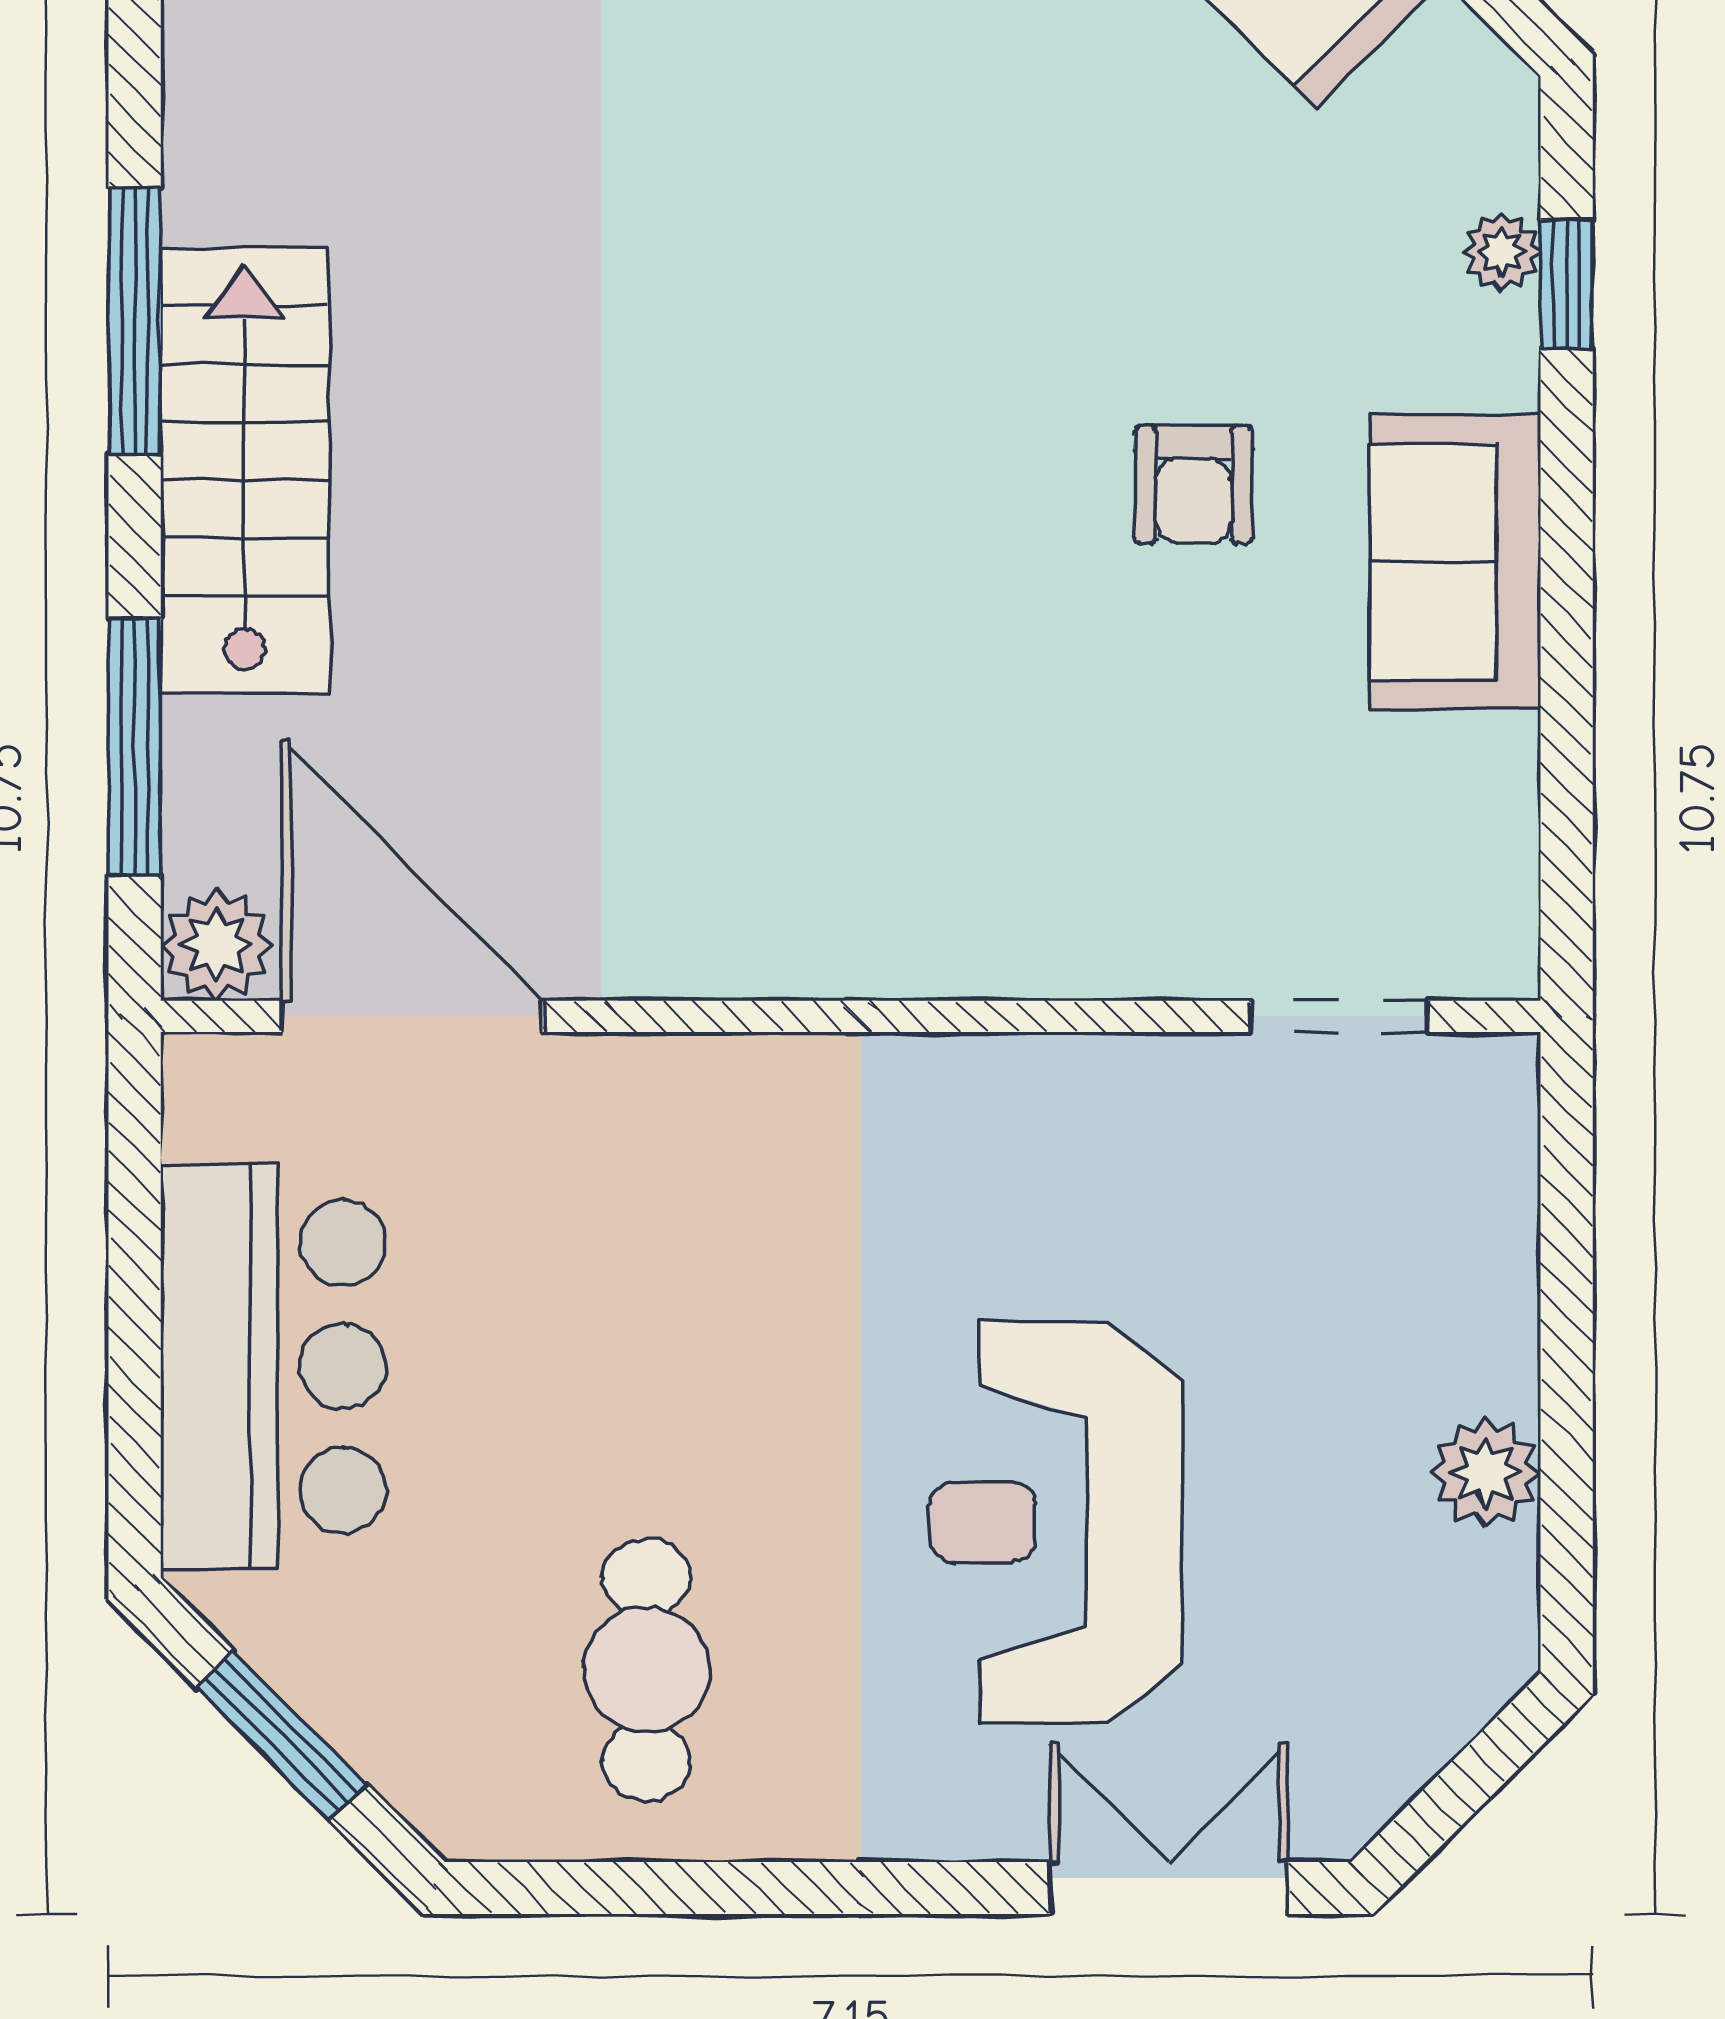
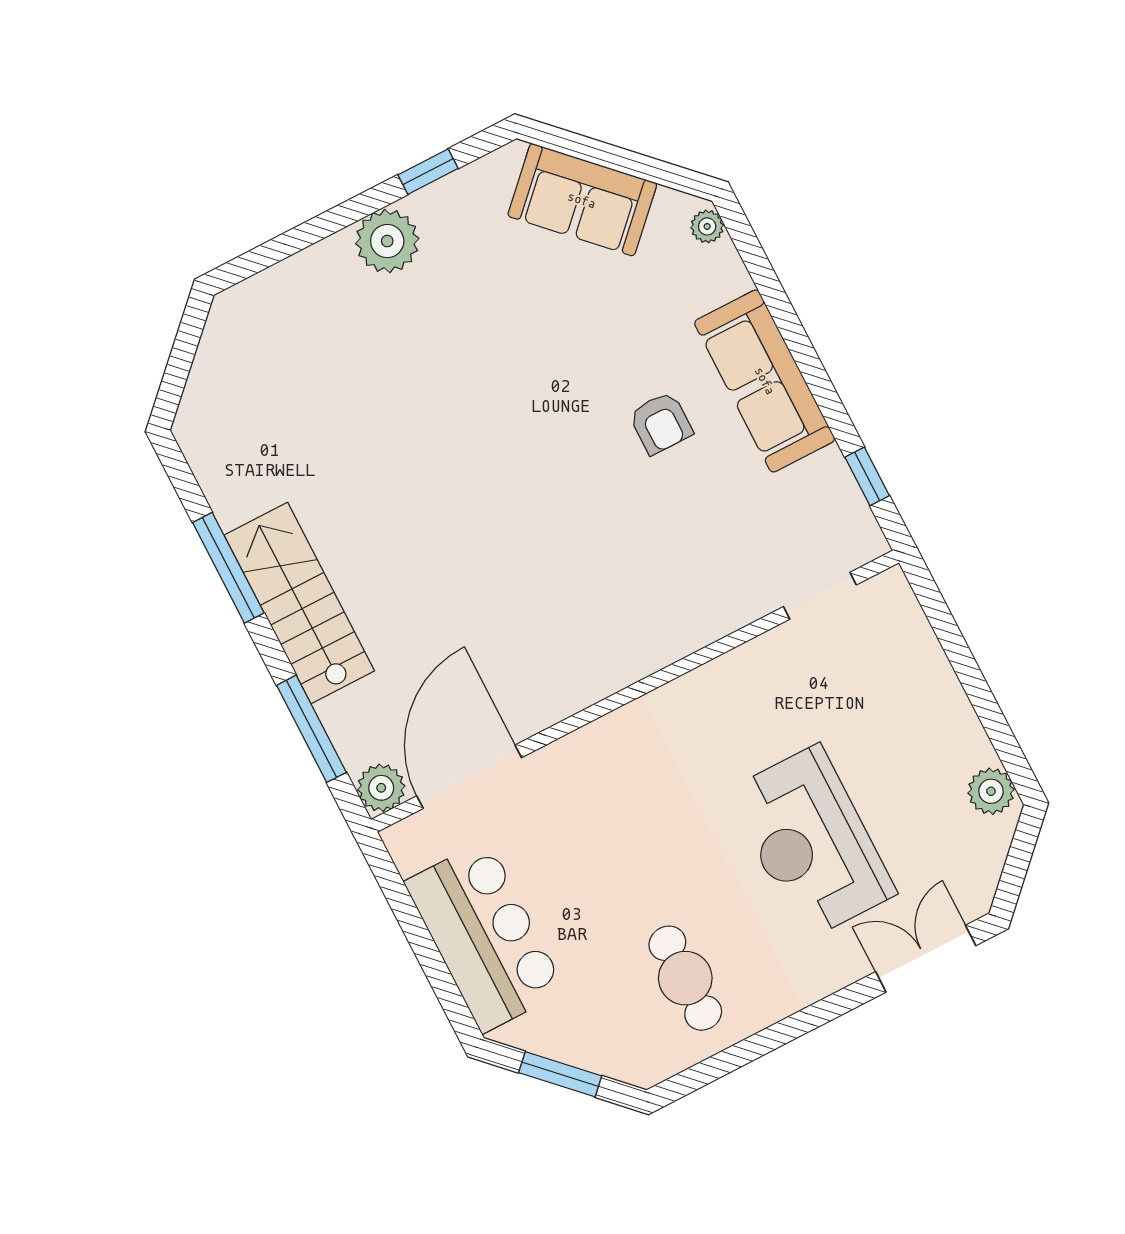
plant: (1502, 252) -> (707, 226), moved
window: (1567, 284) -> (867, 476), moved
sofa: (1455, 562) -> (765, 381), width x1.36
door: (412, 1016) -> (469, 777), hinge flipped
plant: (1486, 1472) -> (991, 791), moved

